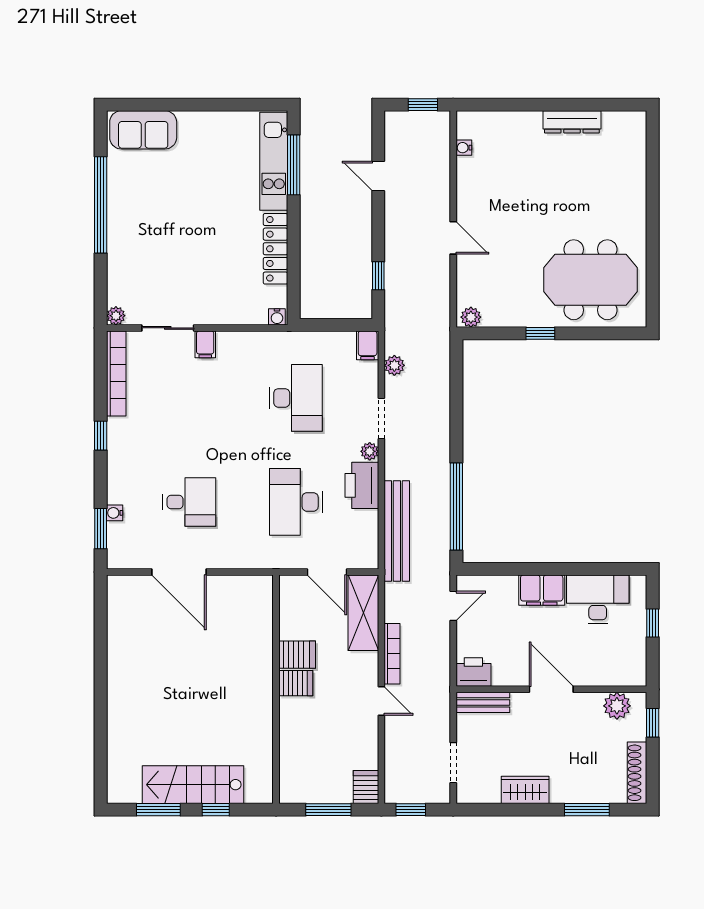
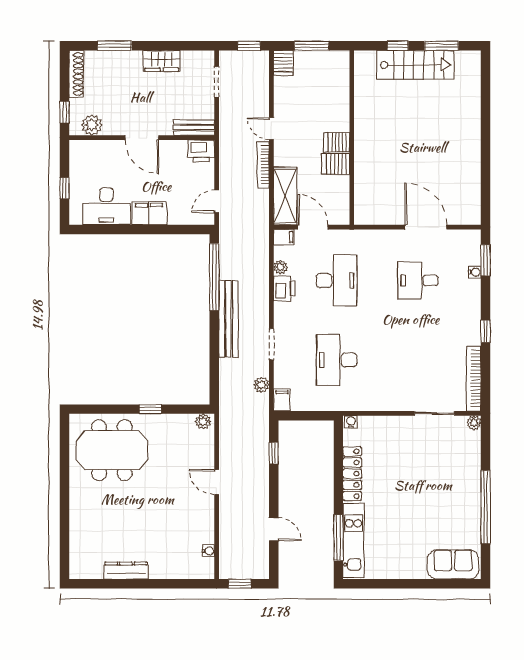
filing cabinet: (205, 344) -> (284, 237), moved, turned 90
plant: (370, 451) -> (280, 267), moved
printer: (362, 485) -> (284, 288), width x0.73, depth x0.84
bench: (397, 531) -> (228, 319), moved

